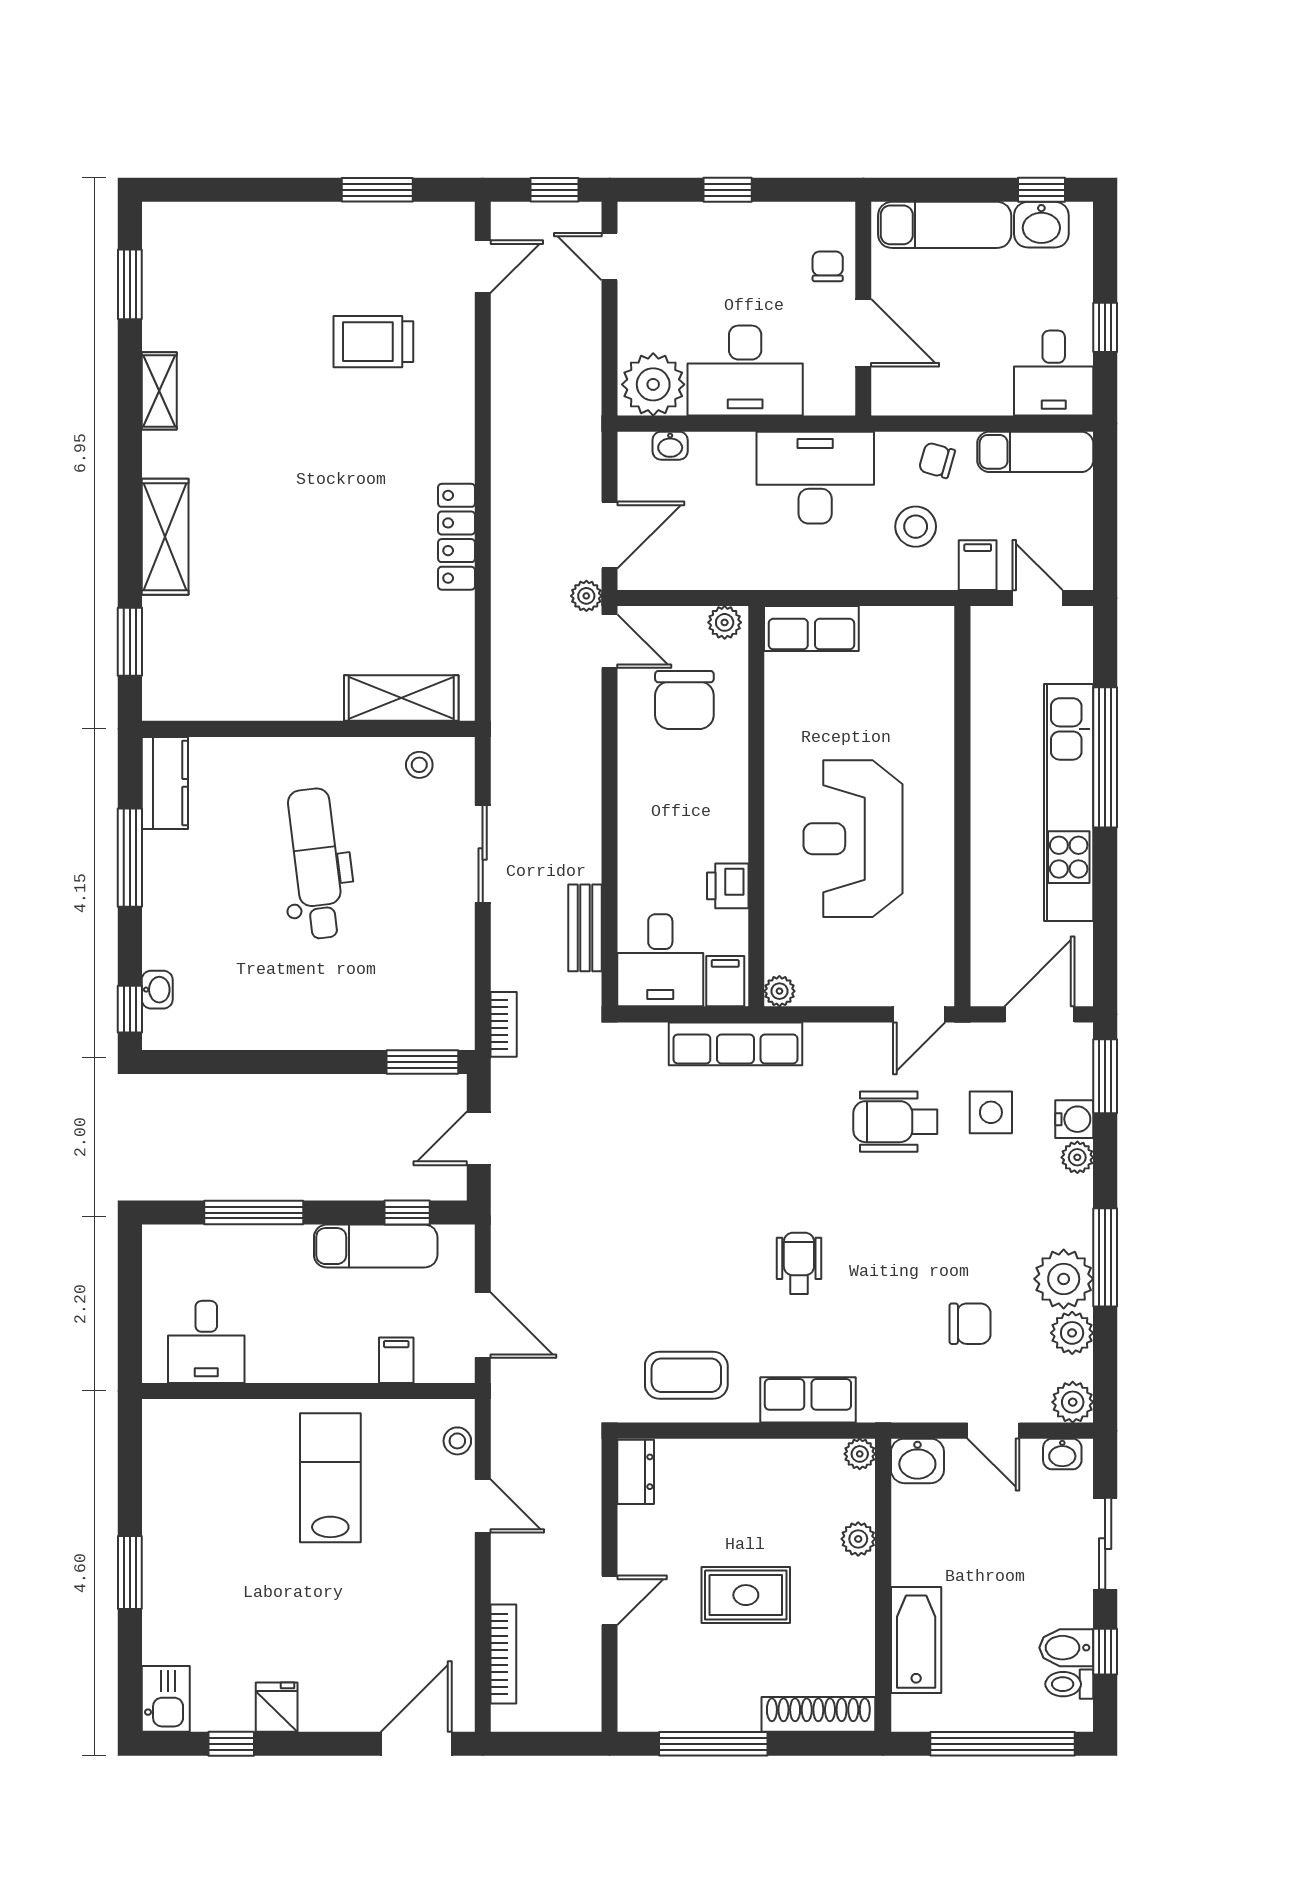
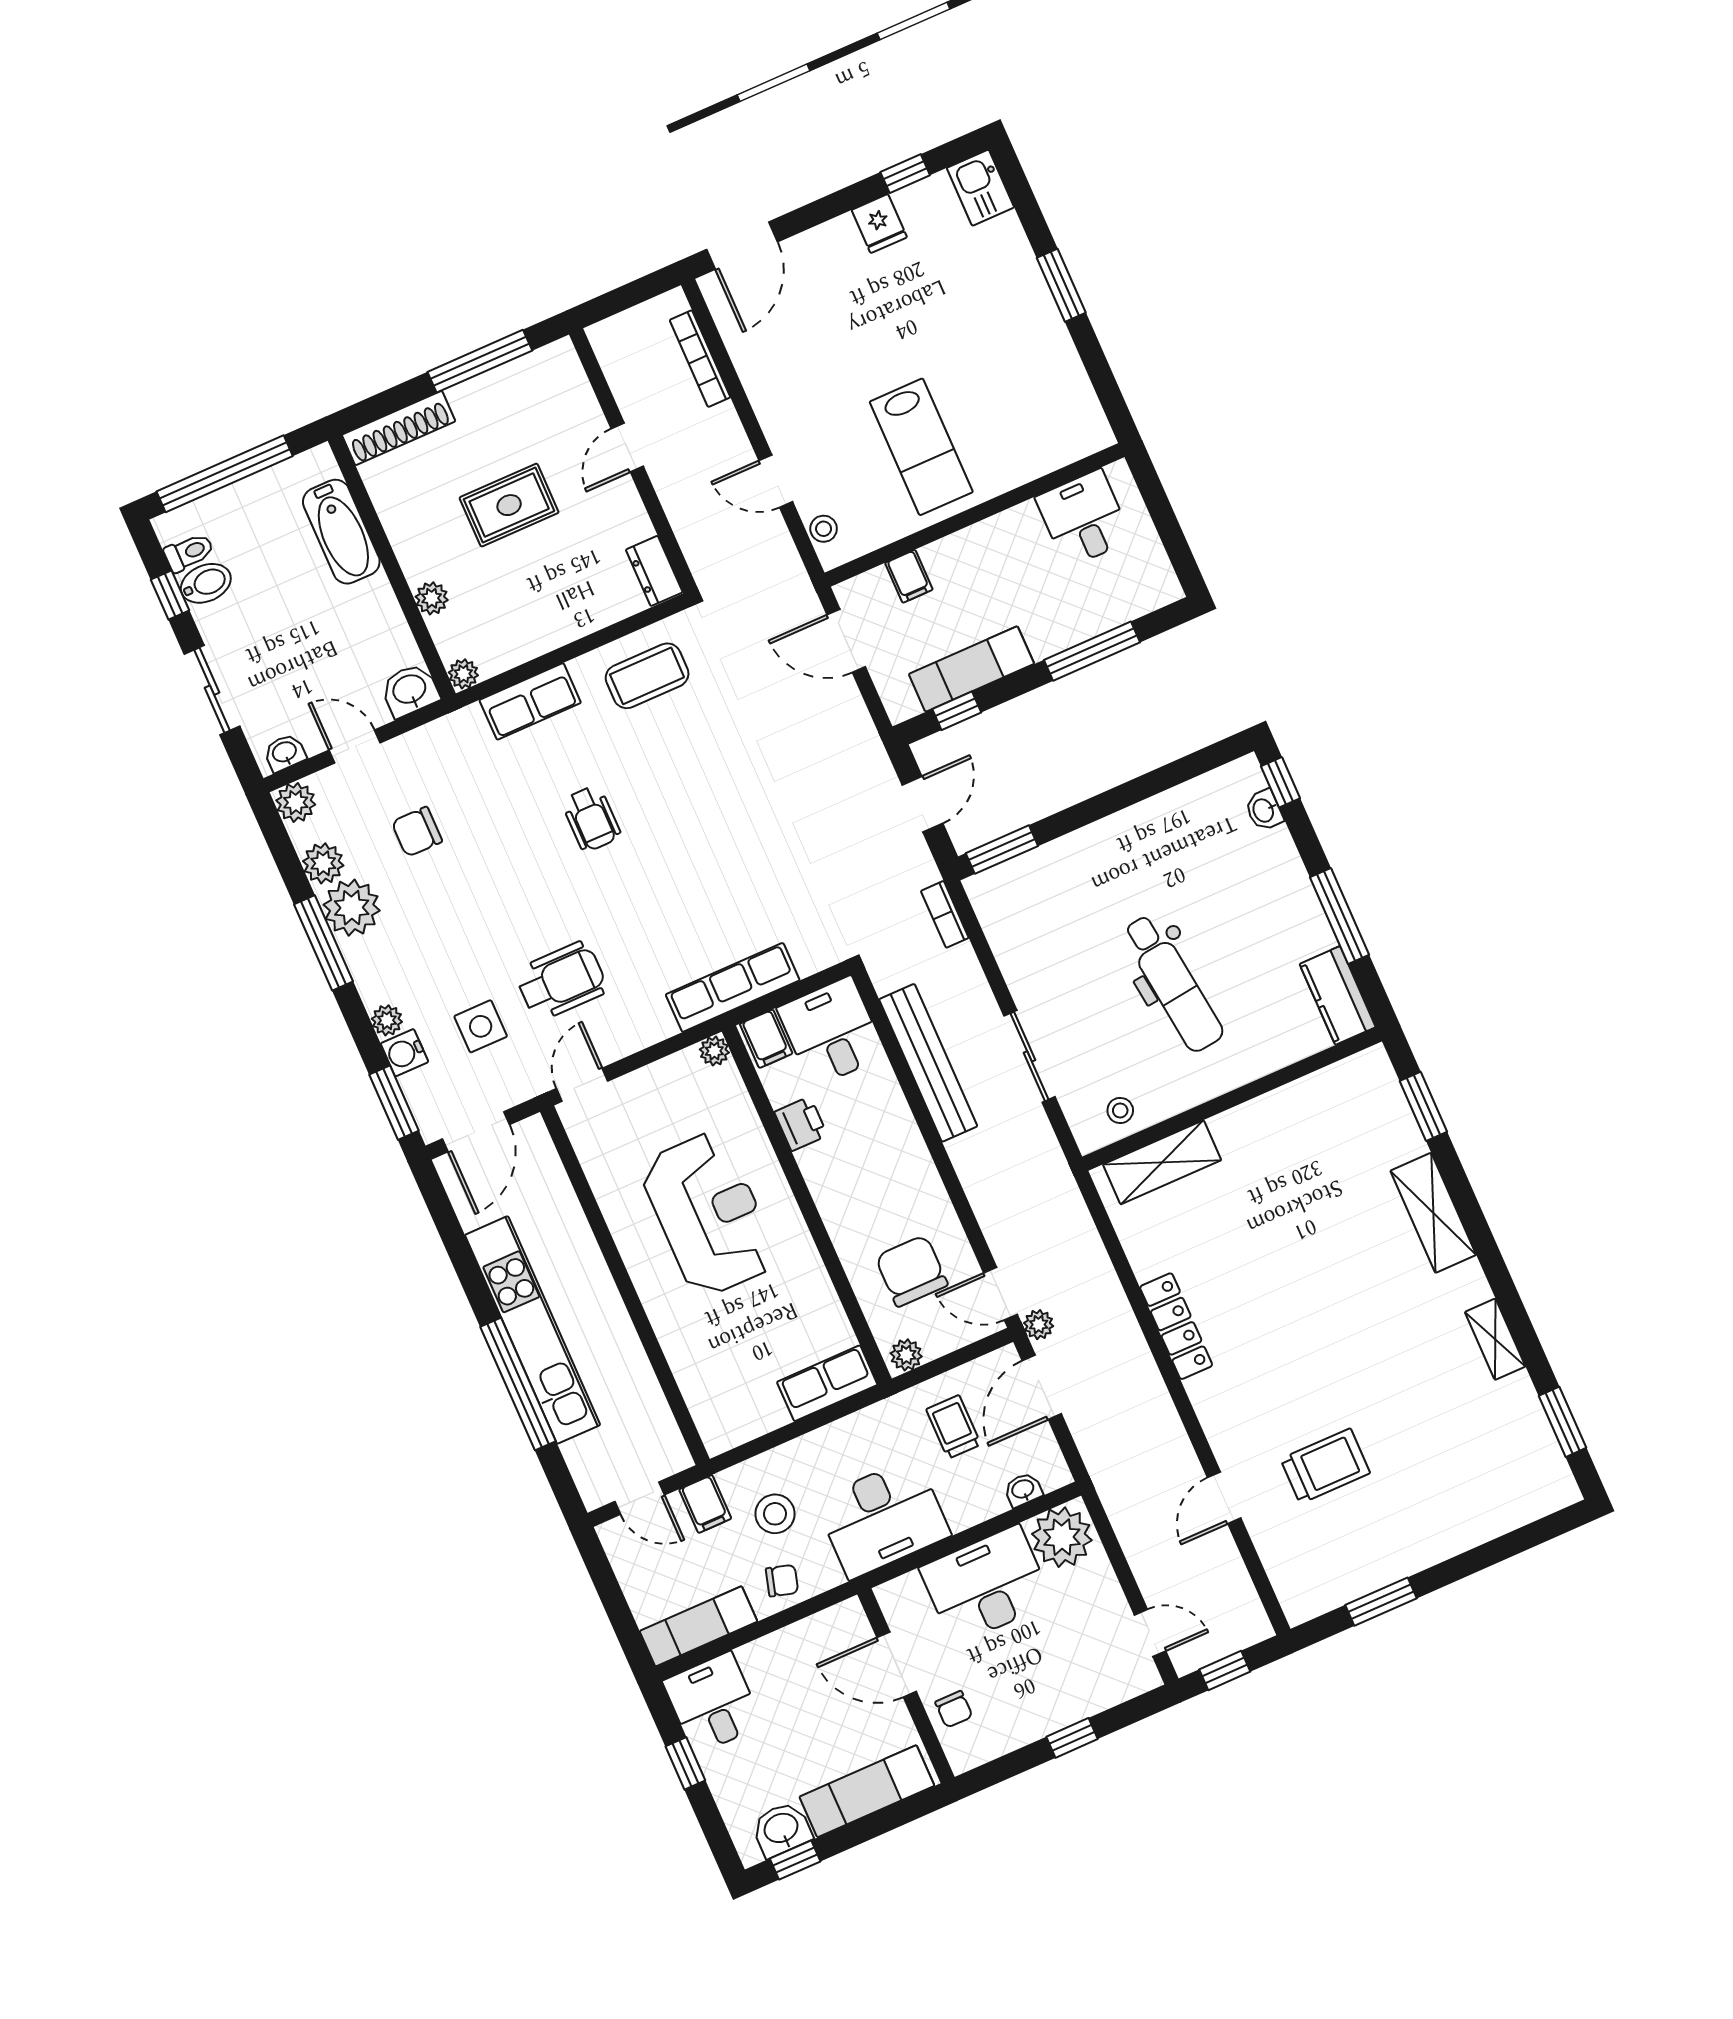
door: (483, 266) -> (1224, 1498), moved
trolley: (710, 534) -> (953, 1427), added
bench: (585, 928) -> (928, 1063), width x1.86, depth x1.21

